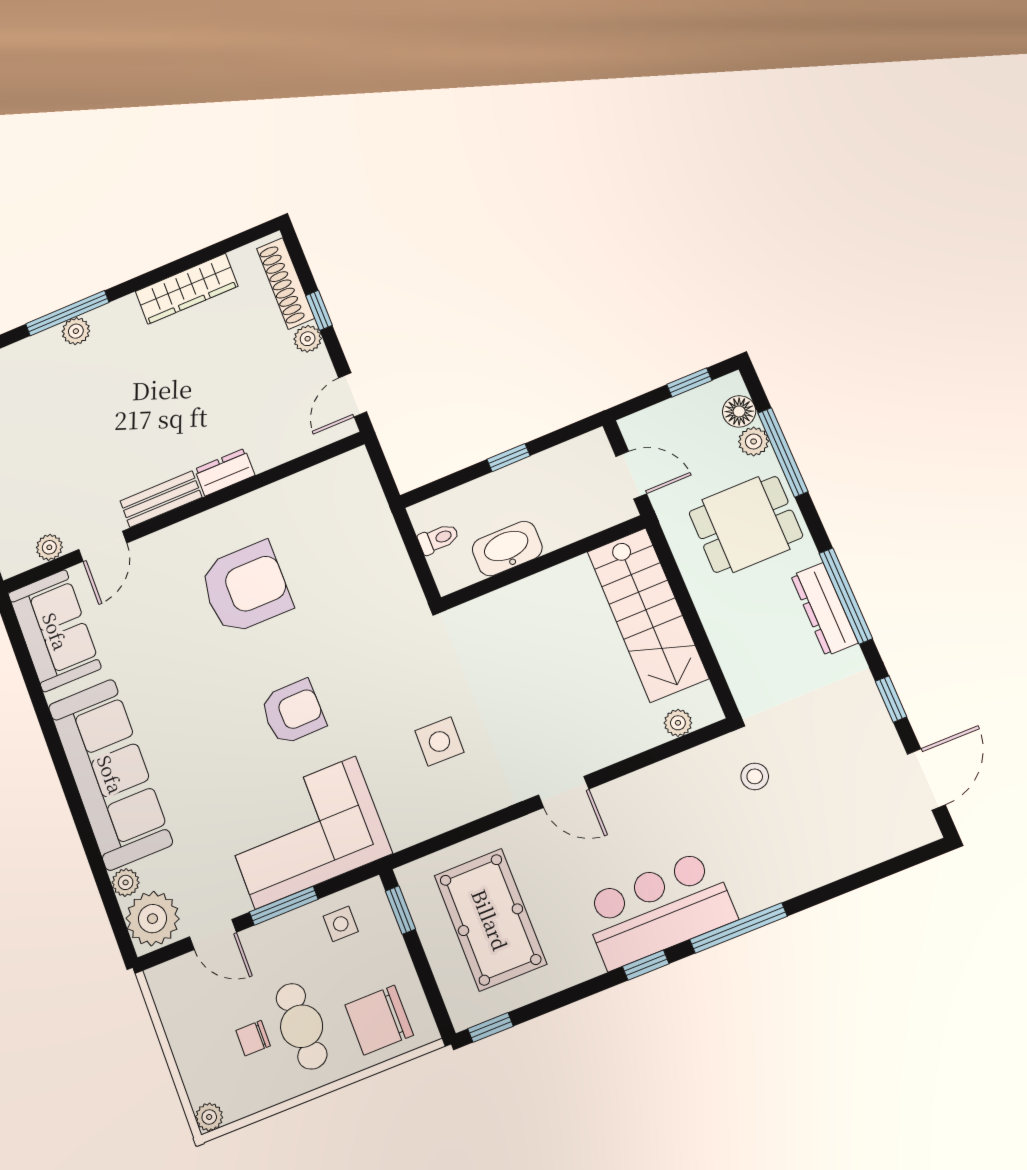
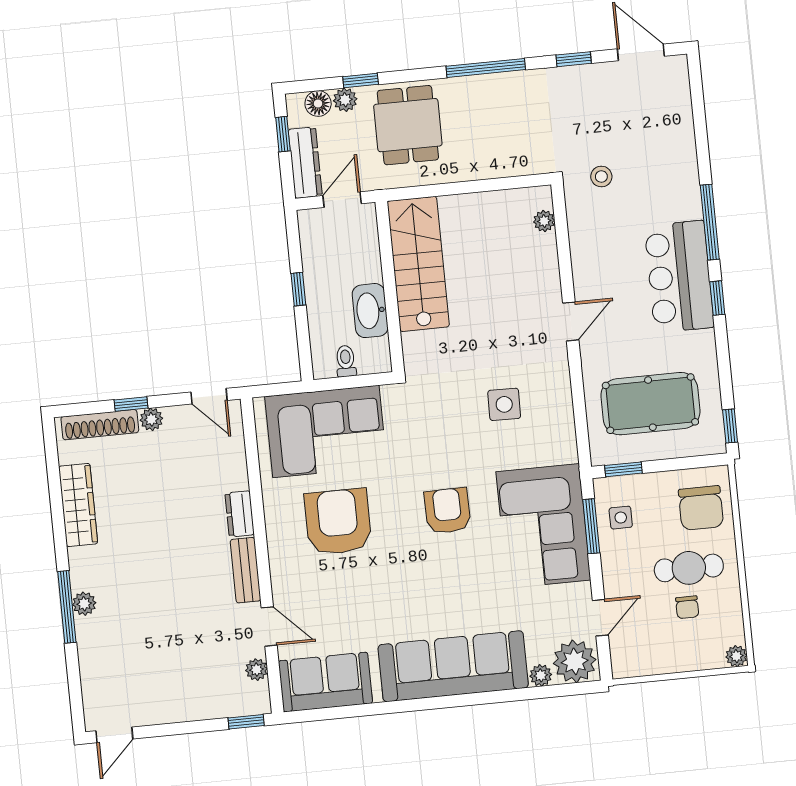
window: (783, 452) -> (361, 80), width x0.46
corner sofa: (348, 541) -> (326, 431), added
dresser: (824, 609) -> (305, 163), moved, turned -90
stairs: (648, 615) -> (418, 264), moved, turned -90
window: (284, 906) -> (591, 526), moved

